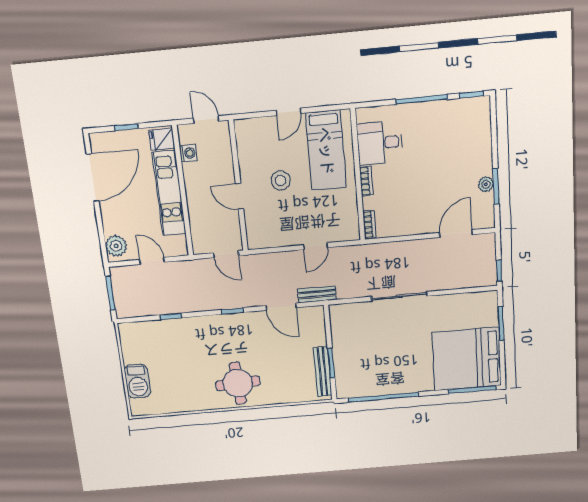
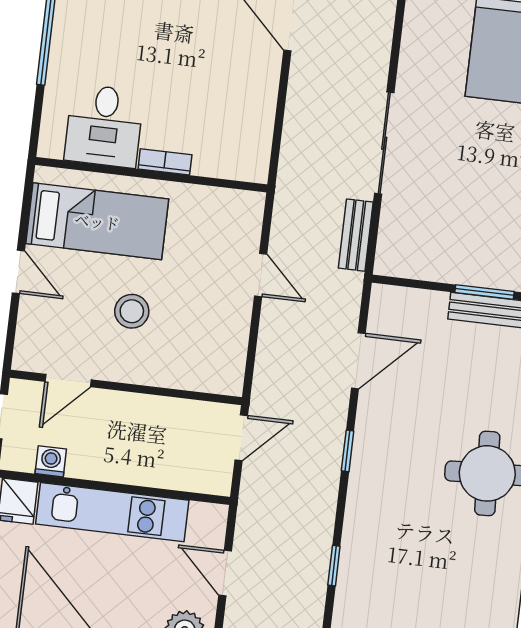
door: (240, 196) -> (68, 381), moved
bookcase: (369, 224) -> (242, 171), removed
door: (152, 261) -> (225, 573), hinge flipped
bench: (317, 294) -> (356, 235), moved

